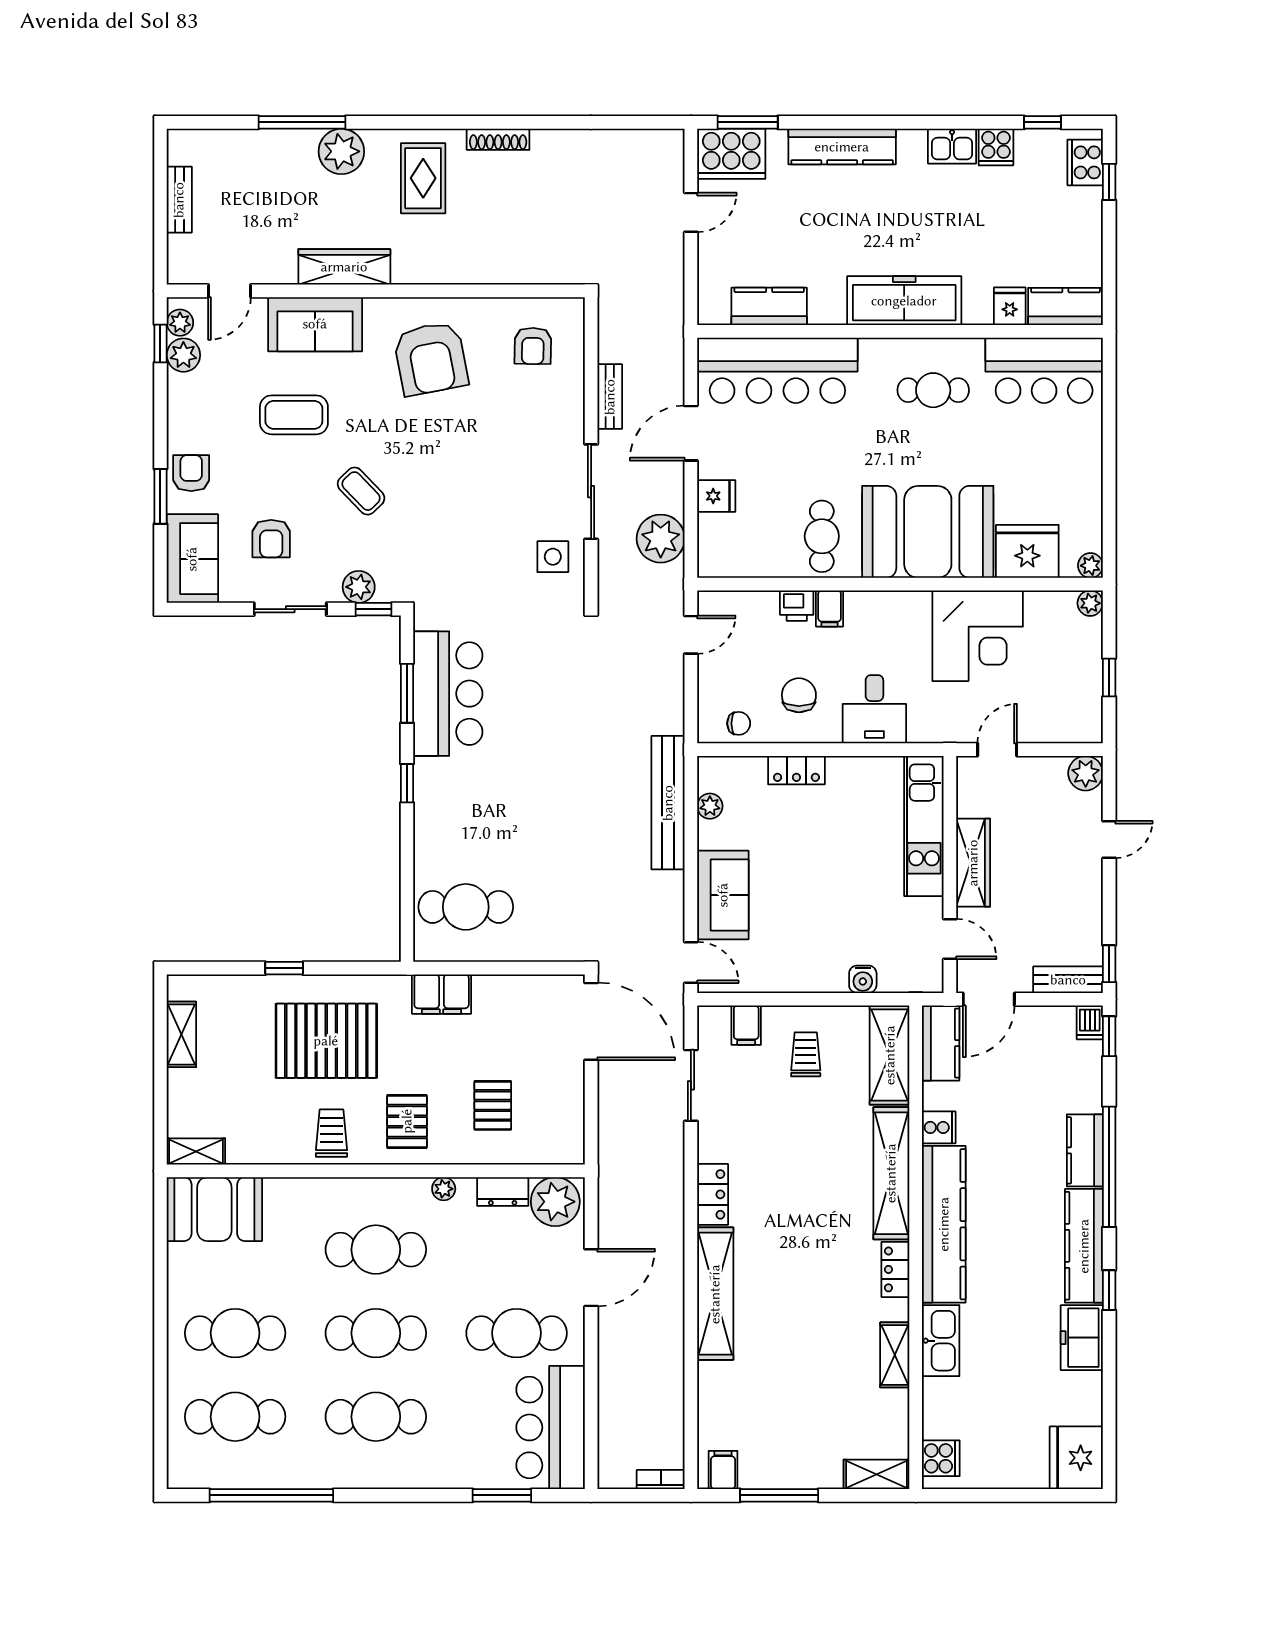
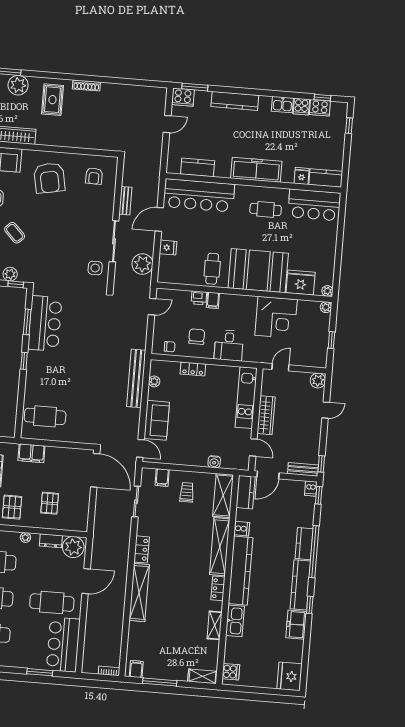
cooker: (731, 154) -> (183, 97), width x0.73, depth x0.76
cooker: (1085, 162) -> (320, 108), moved, turned -90

